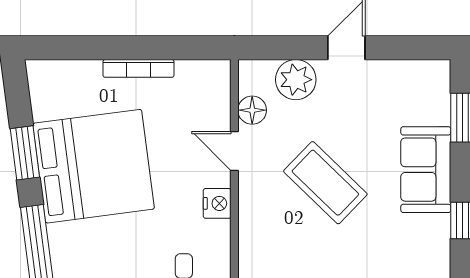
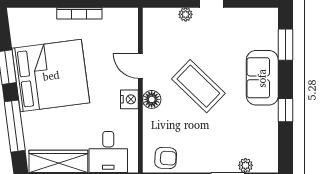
plant: (296, 80) -> (186, 14), width x0.53, depth x0.53
floor lamp: (252, 110) -> (152, 99), moved

